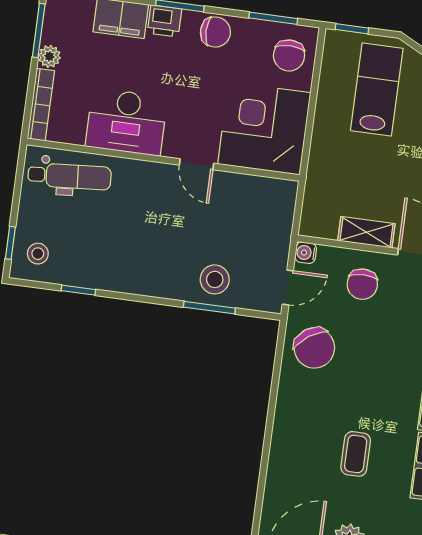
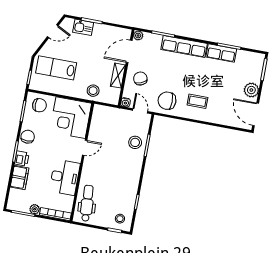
stool: (329, 177) -> (93, 91), added
chair: (362, 284) -> (140, 78), turned -113
chair: (314, 348) -> (167, 101), turned -146
coffee table: (356, 454) -> (197, 101), moved

